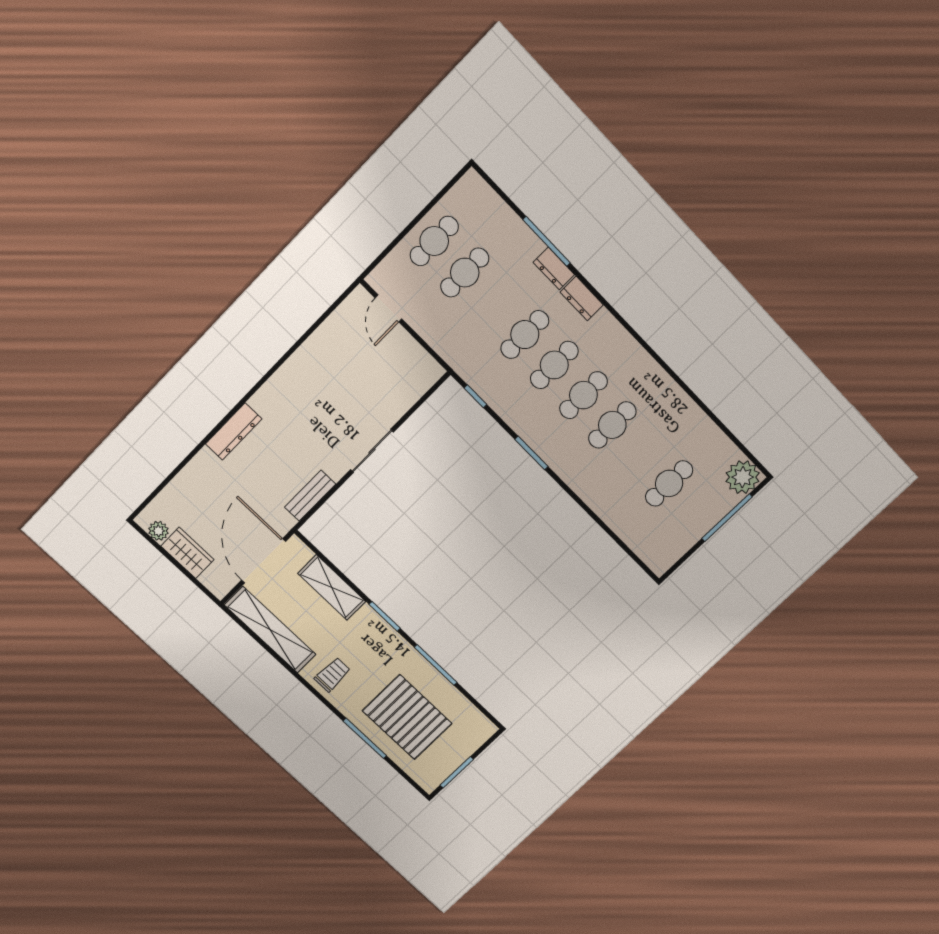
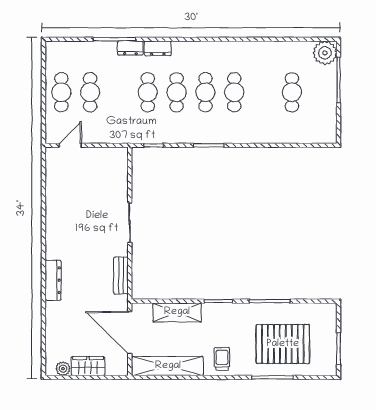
door: (388, 308) -> (70, 145), swing flipped

